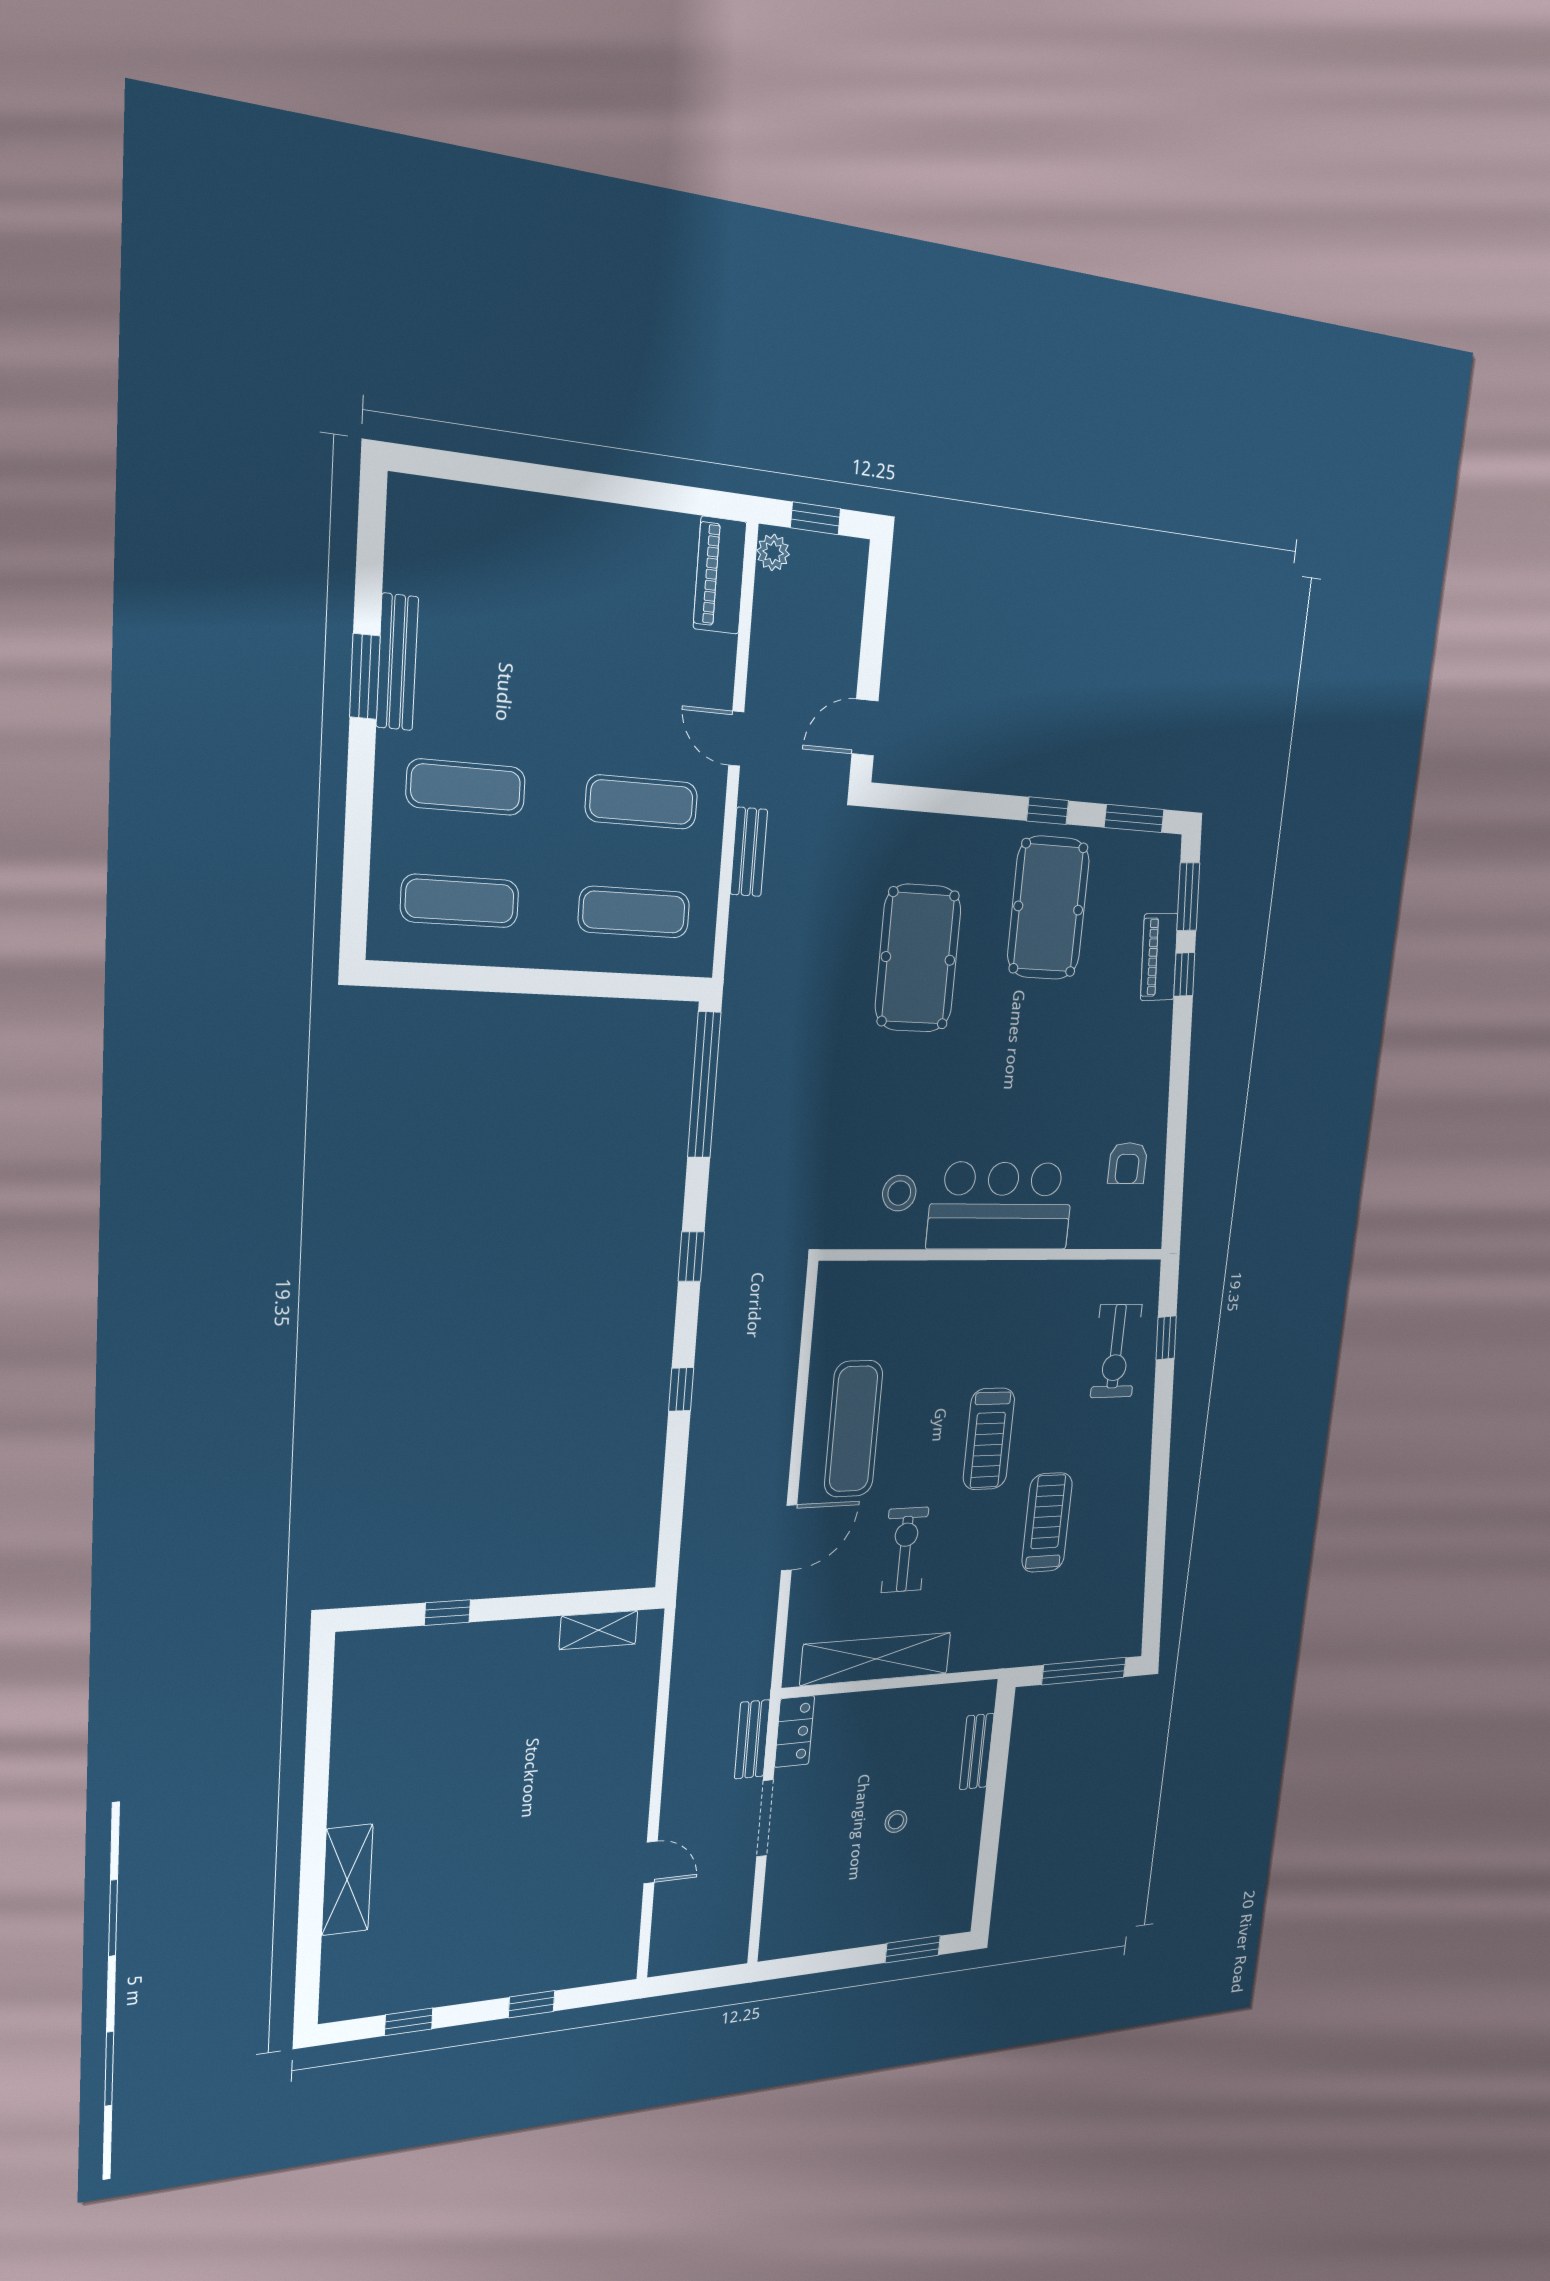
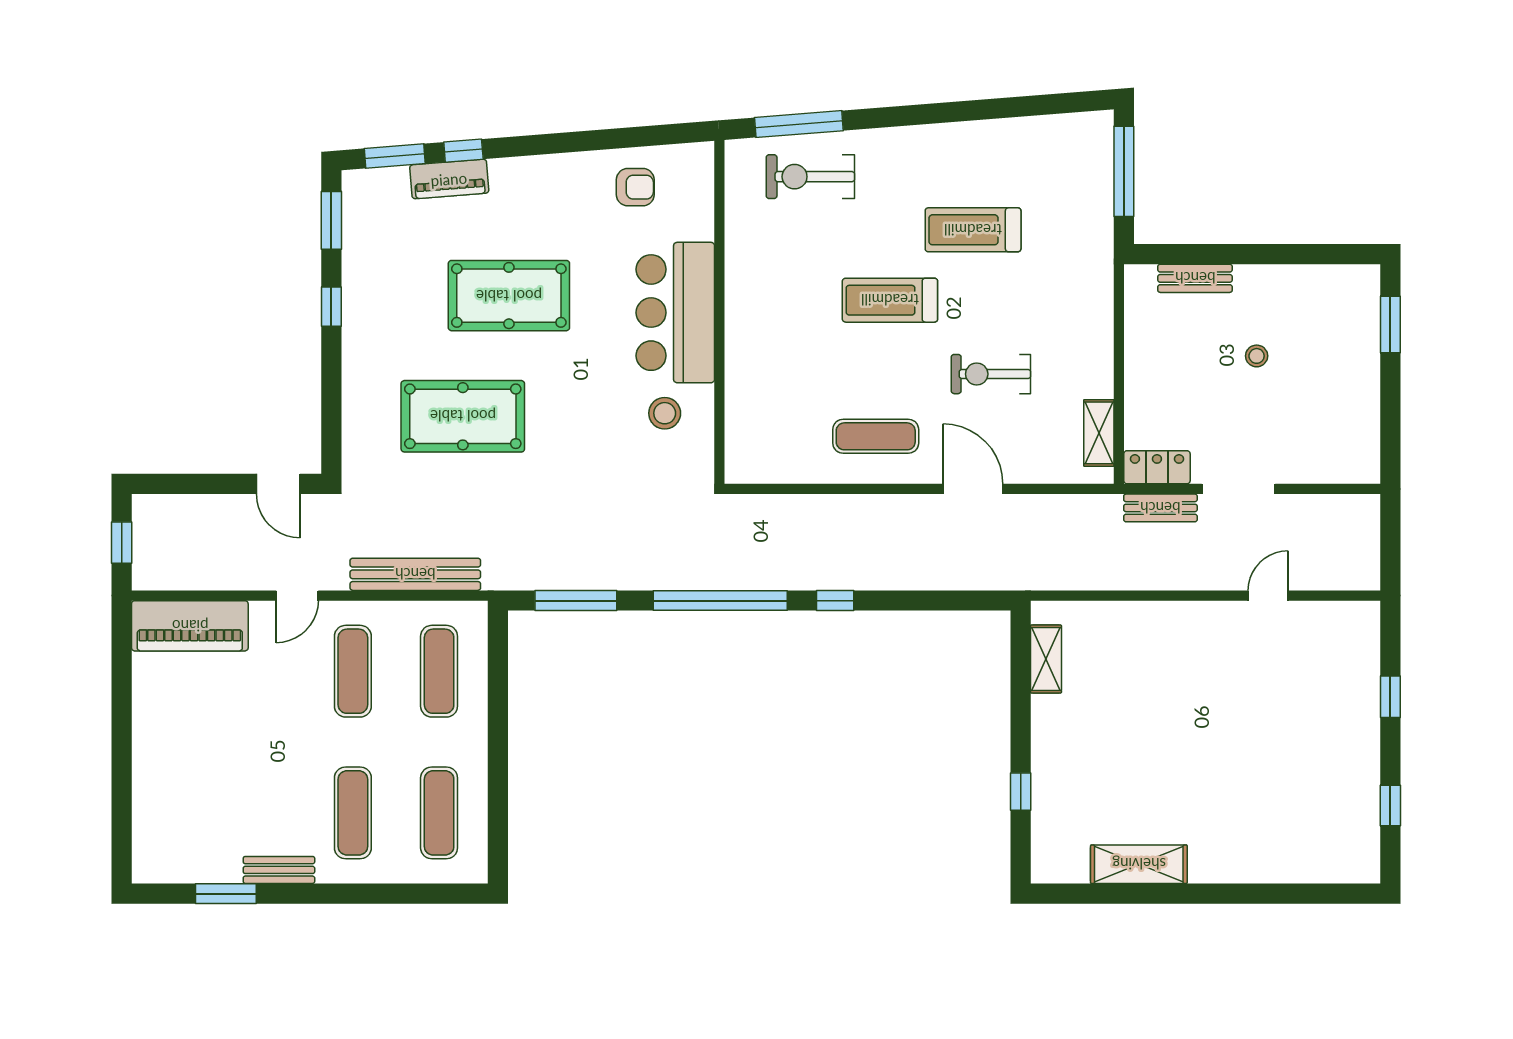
plant: (773, 552) -> (152, 576), removed
piano: (720, 575) -> (190, 626), width x1.37, depth x1.33
bench: (397, 662) -> (279, 870), width x0.73
window: (365, 676) -> (226, 894), moved
bench: (749, 852) -> (415, 574), width x1.86, depth x1.21
pool table: (1048, 908) -> (509, 296), moved
window: (704, 1085) -> (576, 601), width x0.68
window: (691, 1257) -> (720, 601), width x3.17
window: (1166, 1338) -> (799, 124), width x2.17
exercise bike: (1116, 1351) -> (810, 177), turned 180
exercise mat: (853, 1429) -> (876, 436), width x0.73, depth x0.69
treadmill: (989, 1439) -> (890, 300), turned 180
shelving: (876, 1659) -> (1099, 433), width x0.45, depth x0.75
shelving: (347, 1880) -> (1139, 864), moved

